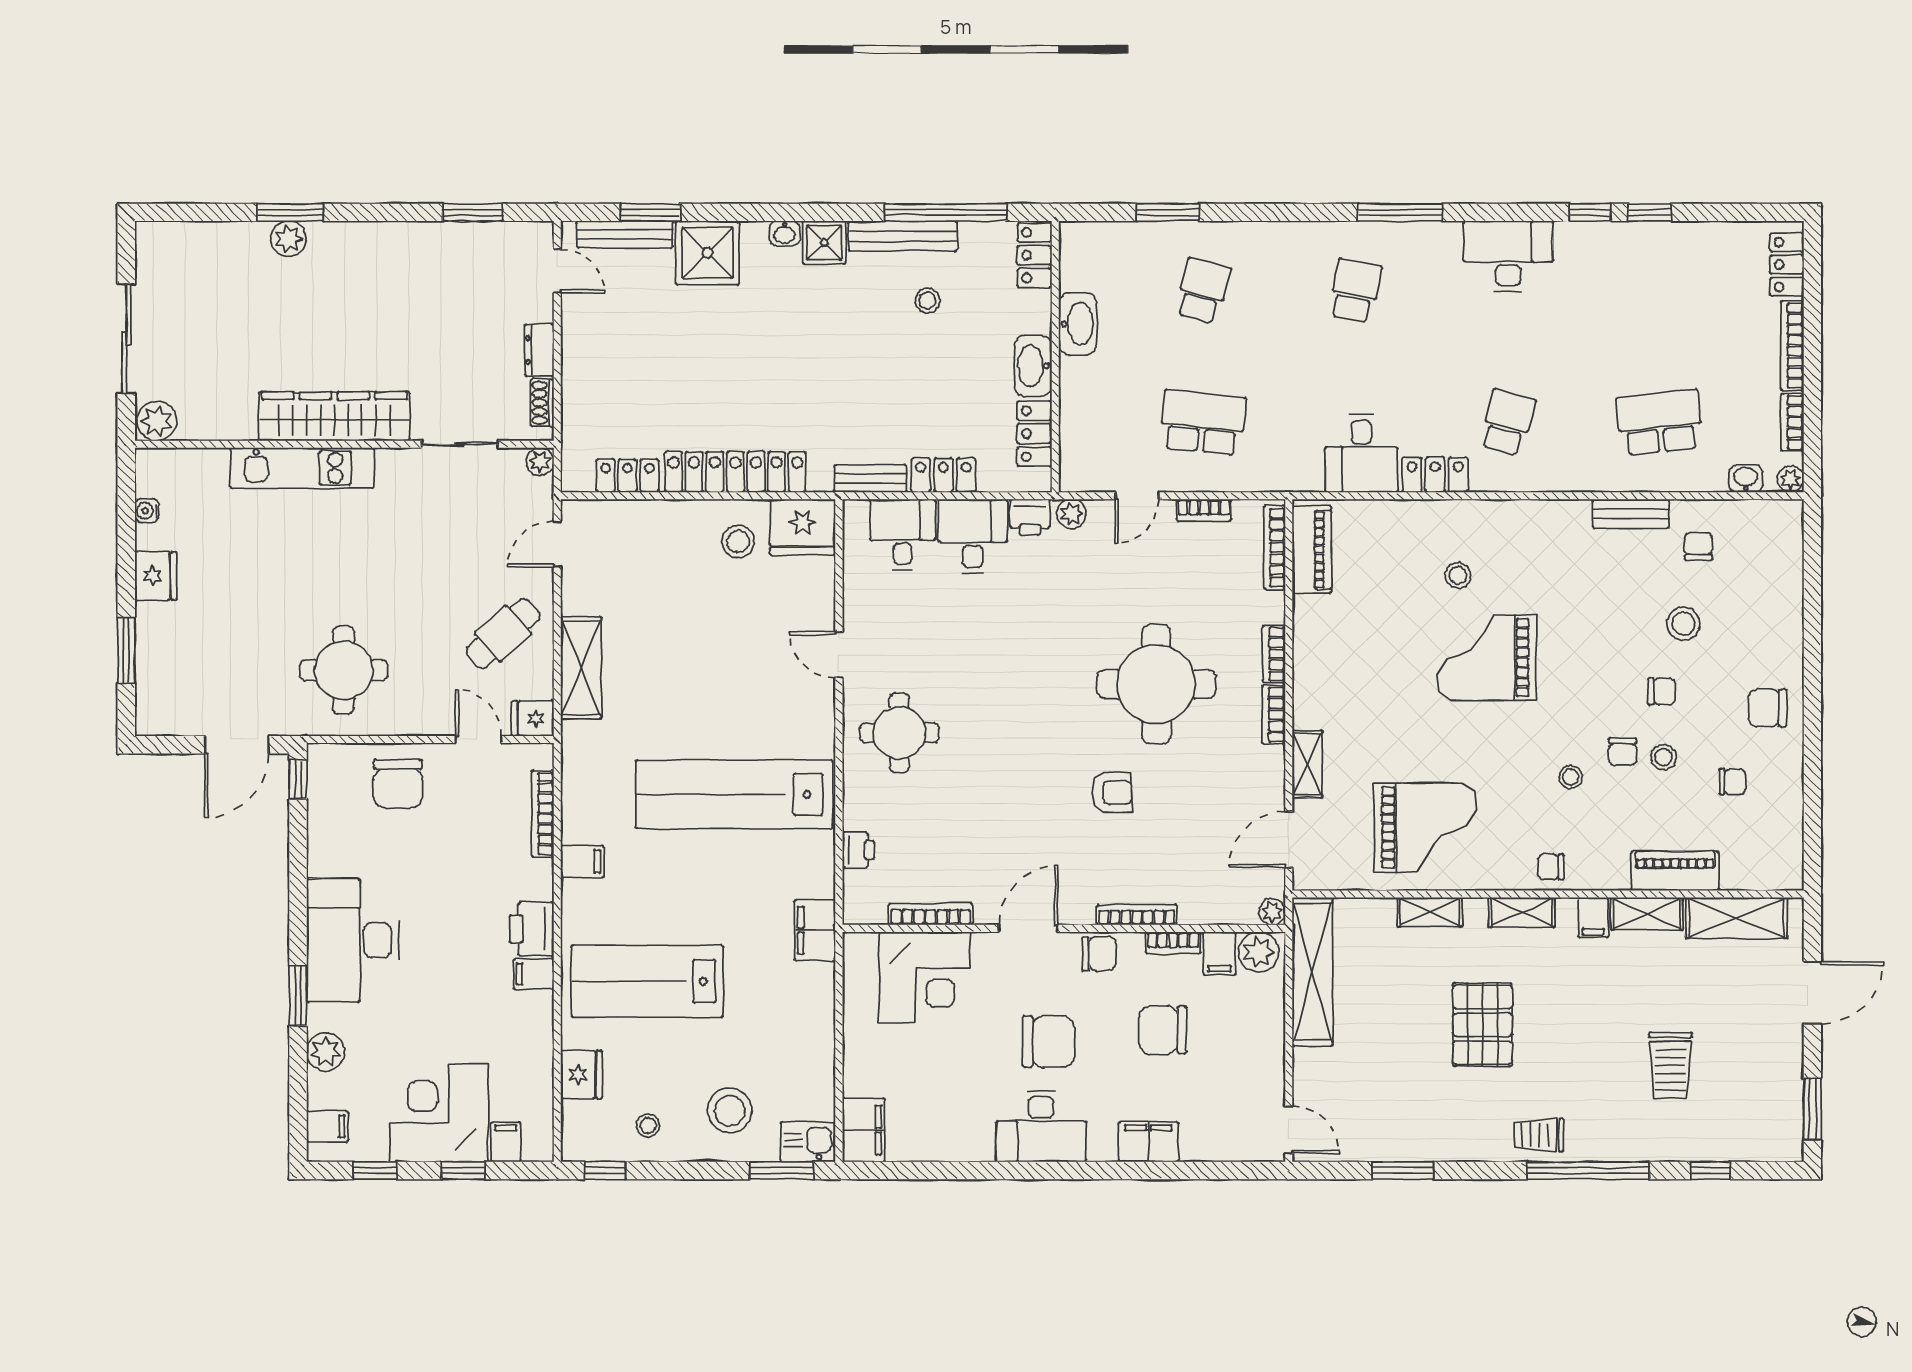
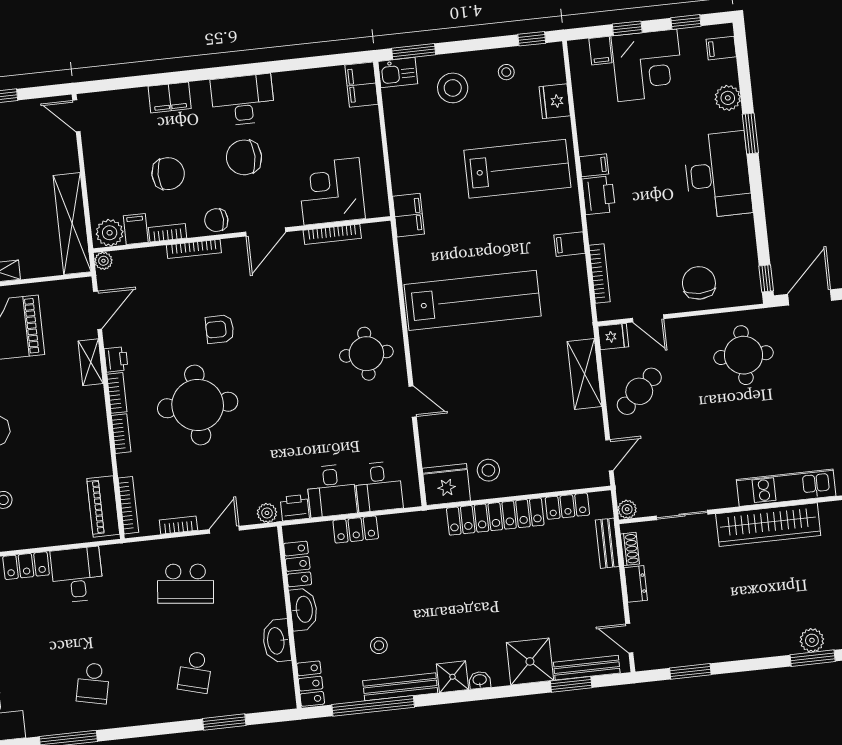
bench: (870, 478) -> (607, 543), moved, turned 90
printer: (858, 850) -> (116, 359), moved, turned 180

